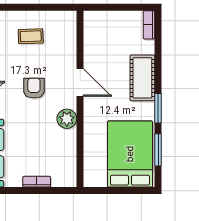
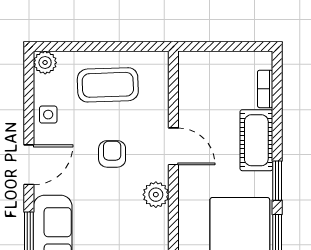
bookcase: (149, 25) -> (265, 89), moved
coffee table: (31, 36) -> (108, 85), width x1.86, depth x1.72

